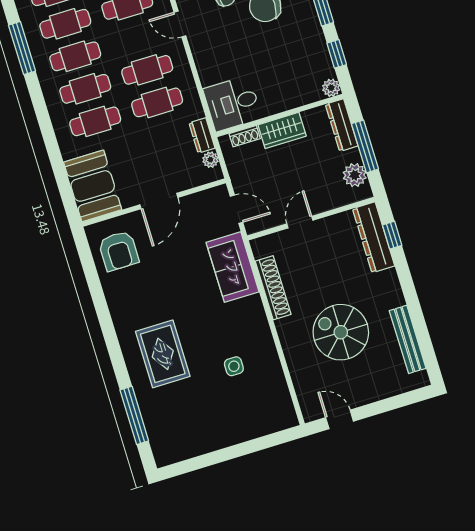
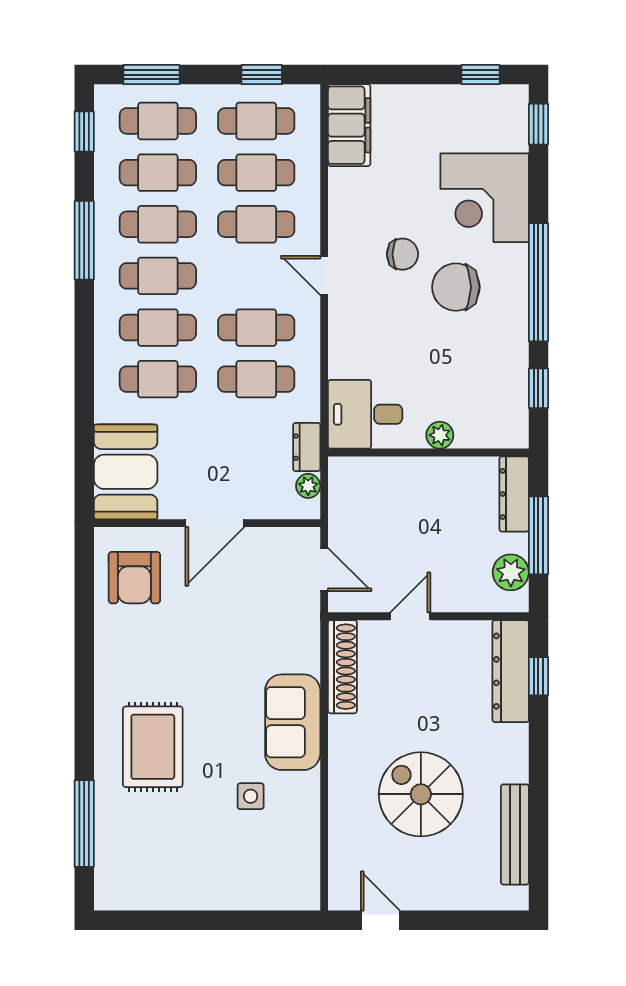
plant: (331, 88) -> (440, 435), moved
wardrobe: (282, 130) -> (425, 475), removed
shoe rack: (245, 136) -> (368, 467), removed
sofa: (233, 267) -> (293, 722), moved
shoe rack: (273, 288) -> (342, 667), moved

